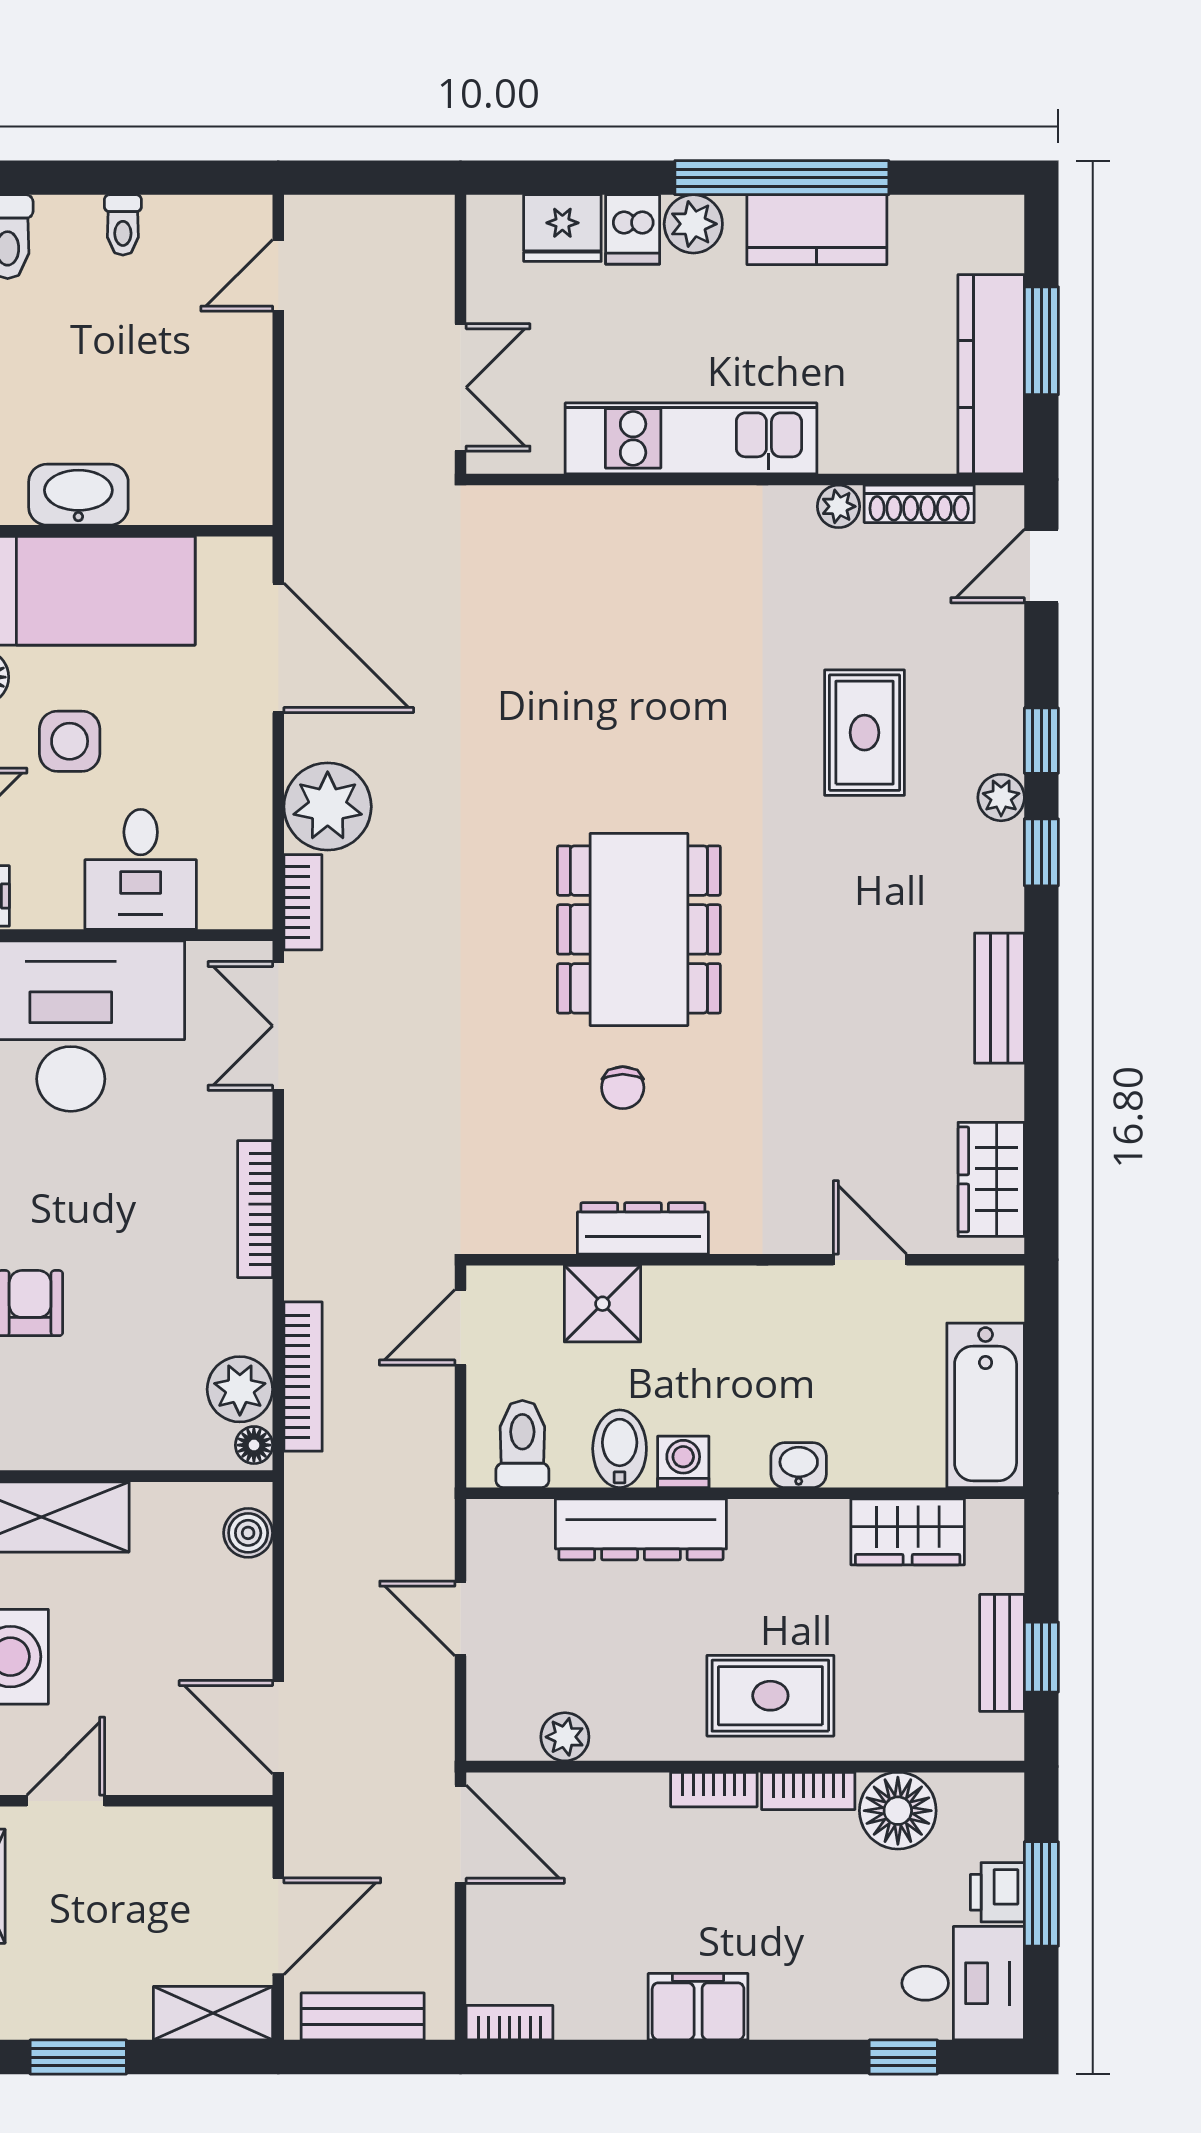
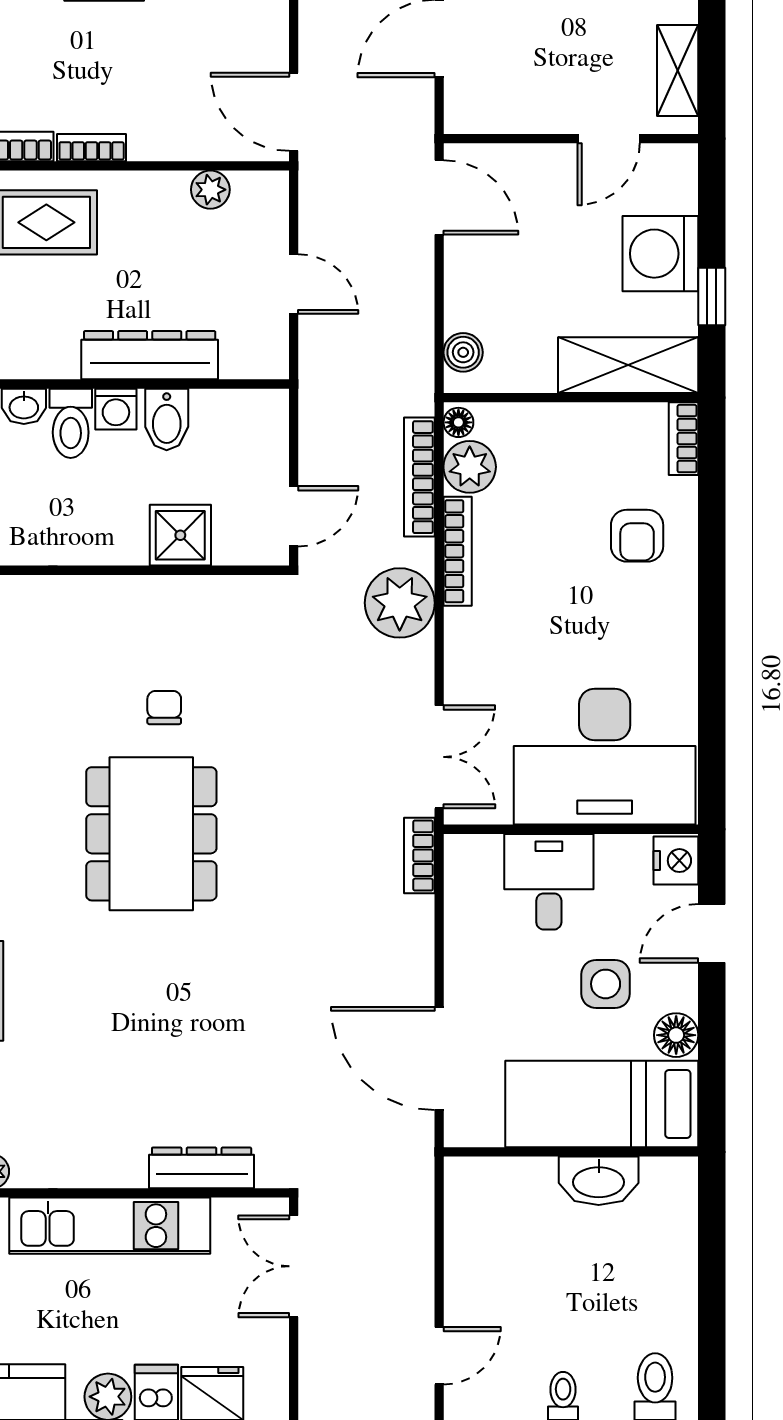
plant: (328, 807) -> (400, 603), moved
bookcase: (255, 1209) -> (458, 551), moved
dresser: (643, 1228) -> (202, 1168), moved, turned 180
toilet: (522, 1444) -> (71, 423), moved

